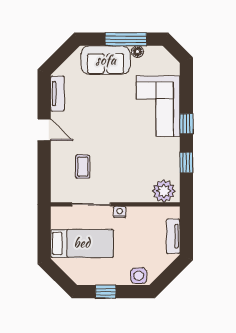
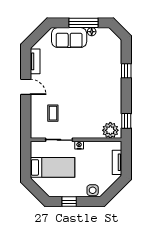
corner sofa: (158, 106) -> (106, 70), removed
window: (186, 124) -> (126, 71), moved
window: (186, 162) -> (126, 121), moved

